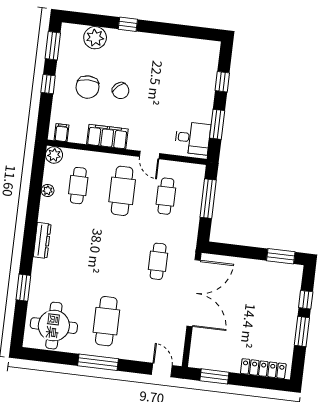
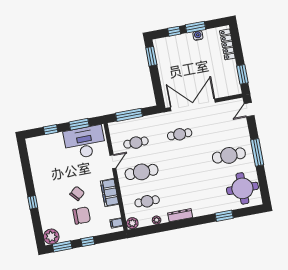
plant: (95, 38) -> (51, 237), moved
desk: (193, 138) -> (85, 142), width x1.87, depth x1.30
dresser: (42, 240) -> (180, 215), moved
water cooler: (289, 331) -> (198, 36), added

